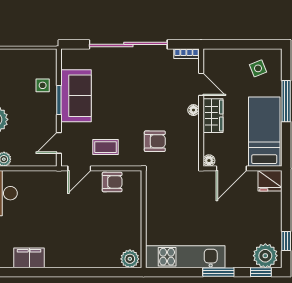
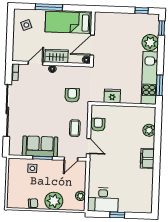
door: (59, 143) -> (71, 159), hinge flipped
door: (231, 168) -> (92, 45), swing flipped
fridge: (270, 181) -> (112, 96), moved, turned -90
plant: (265, 256) -> (150, 42), moved
filing cabinet: (29, 258) -> (147, 158), moved
plant: (130, 259) -> (149, 130), moved
window: (218, 272) -> (160, 85), moved

